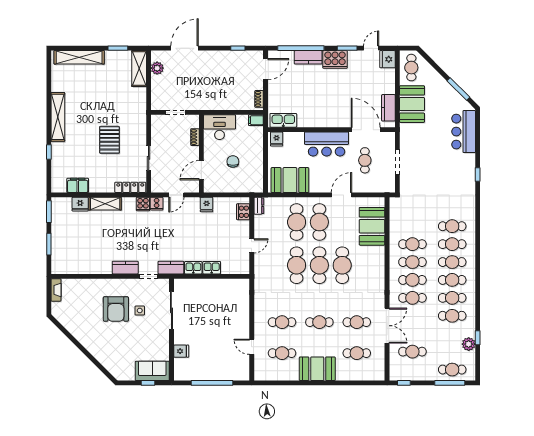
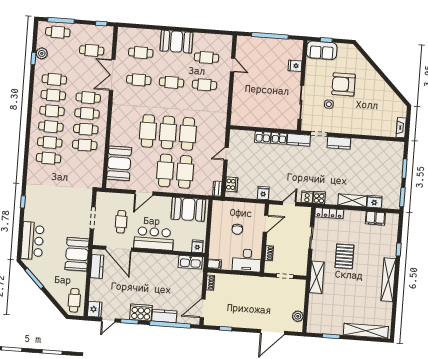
shelving: (139, 69) -> (317, 277), moved
booth: (412, 104) -> (77, 254), moved
armchair: (116, 309) -> (344, 84), moved, turned -90

